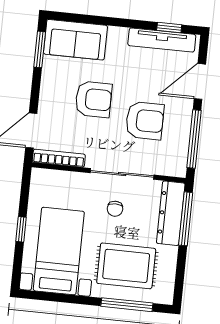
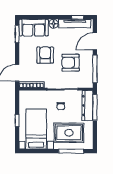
floor lamp: (118, 36) -> (54, 24), added
armchair: (93, 99) -> (45, 55), turned -90
armchair: (145, 121) -> (71, 63), turned 180

